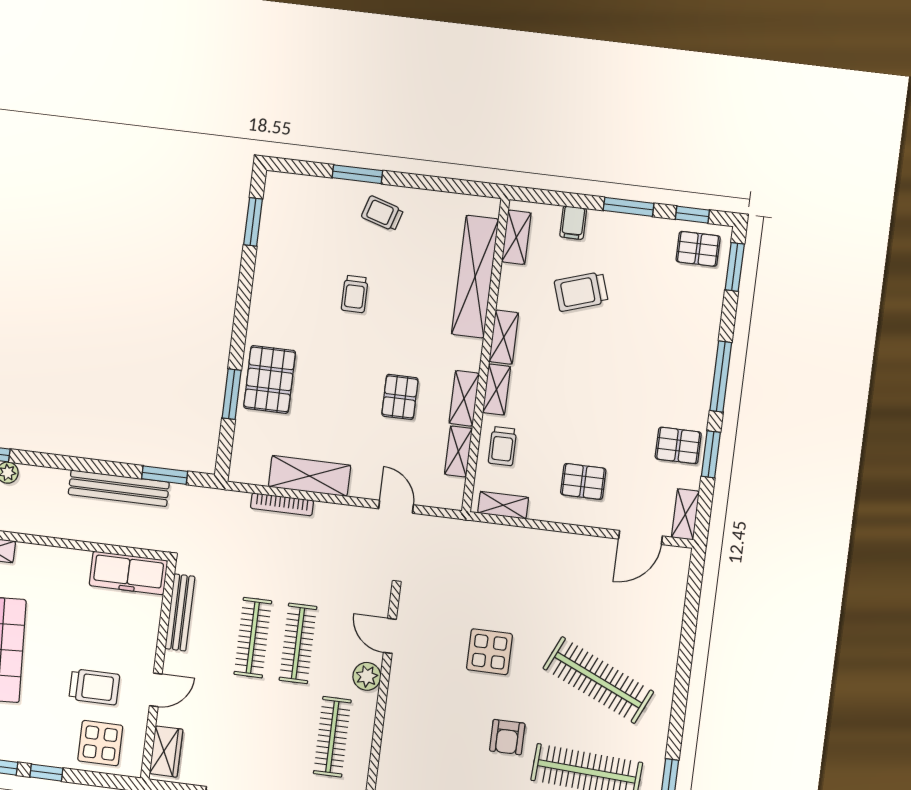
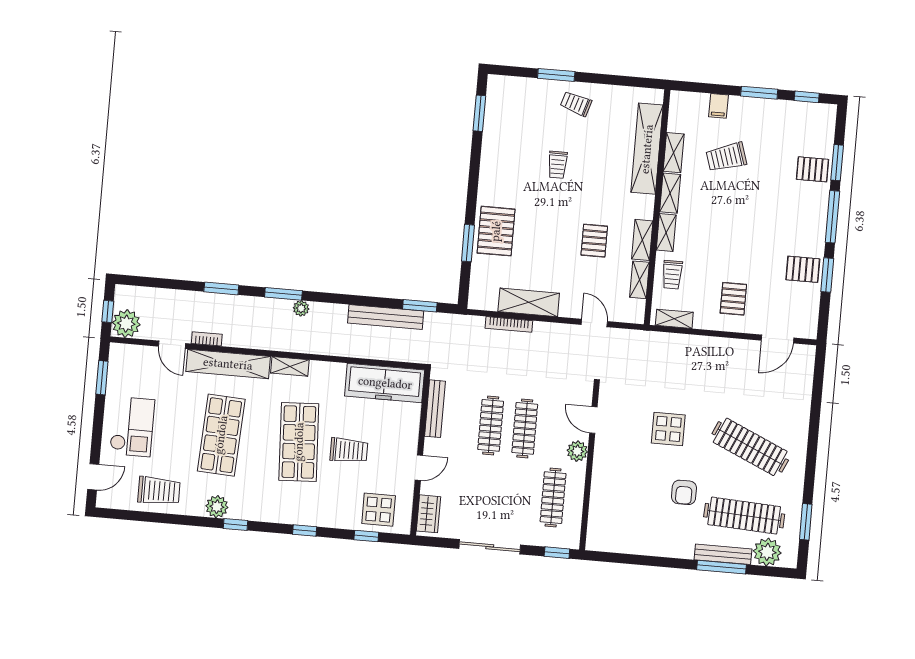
shelving: (516, 237) -> (674, 153), moved
pallet: (698, 249) -> (812, 169), moved
window: (735, 267) -> (837, 163), moved
pallet: (583, 481) -> (733, 299), turned 90
shelving: (685, 514) -> (810, 320), removed
freezer: (128, 573) -> (385, 383), width x1.36, depth x1.26
trolley: (94, 687) -> (349, 450), moved
window: (46, 773) -> (366, 536), moved

